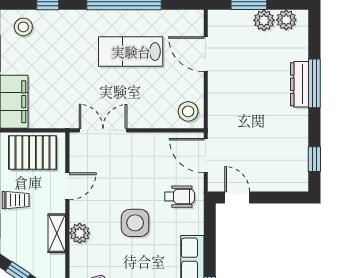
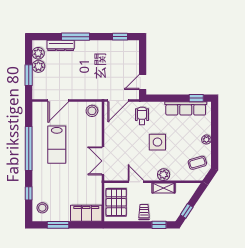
dresser: (300, 84) -> (61, 45), moved

